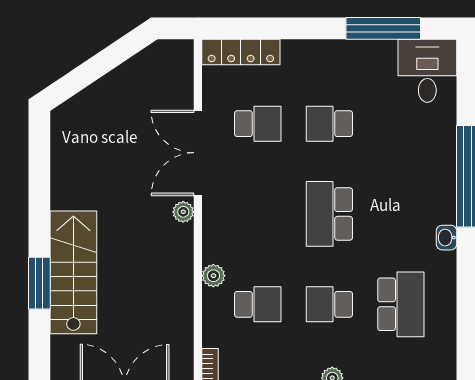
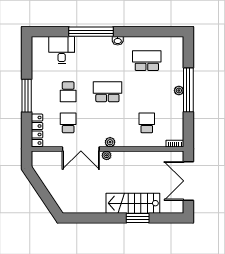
window: (383, 28) -> (27, 96), moved
desk: (427, 71) -> (62, 50), moved, turned 90
school desk: (329, 214) -> (107, 92), turned 180
plant: (213, 276) -> (110, 142), moved
school desk: (329, 304) -> (147, 92), removed

